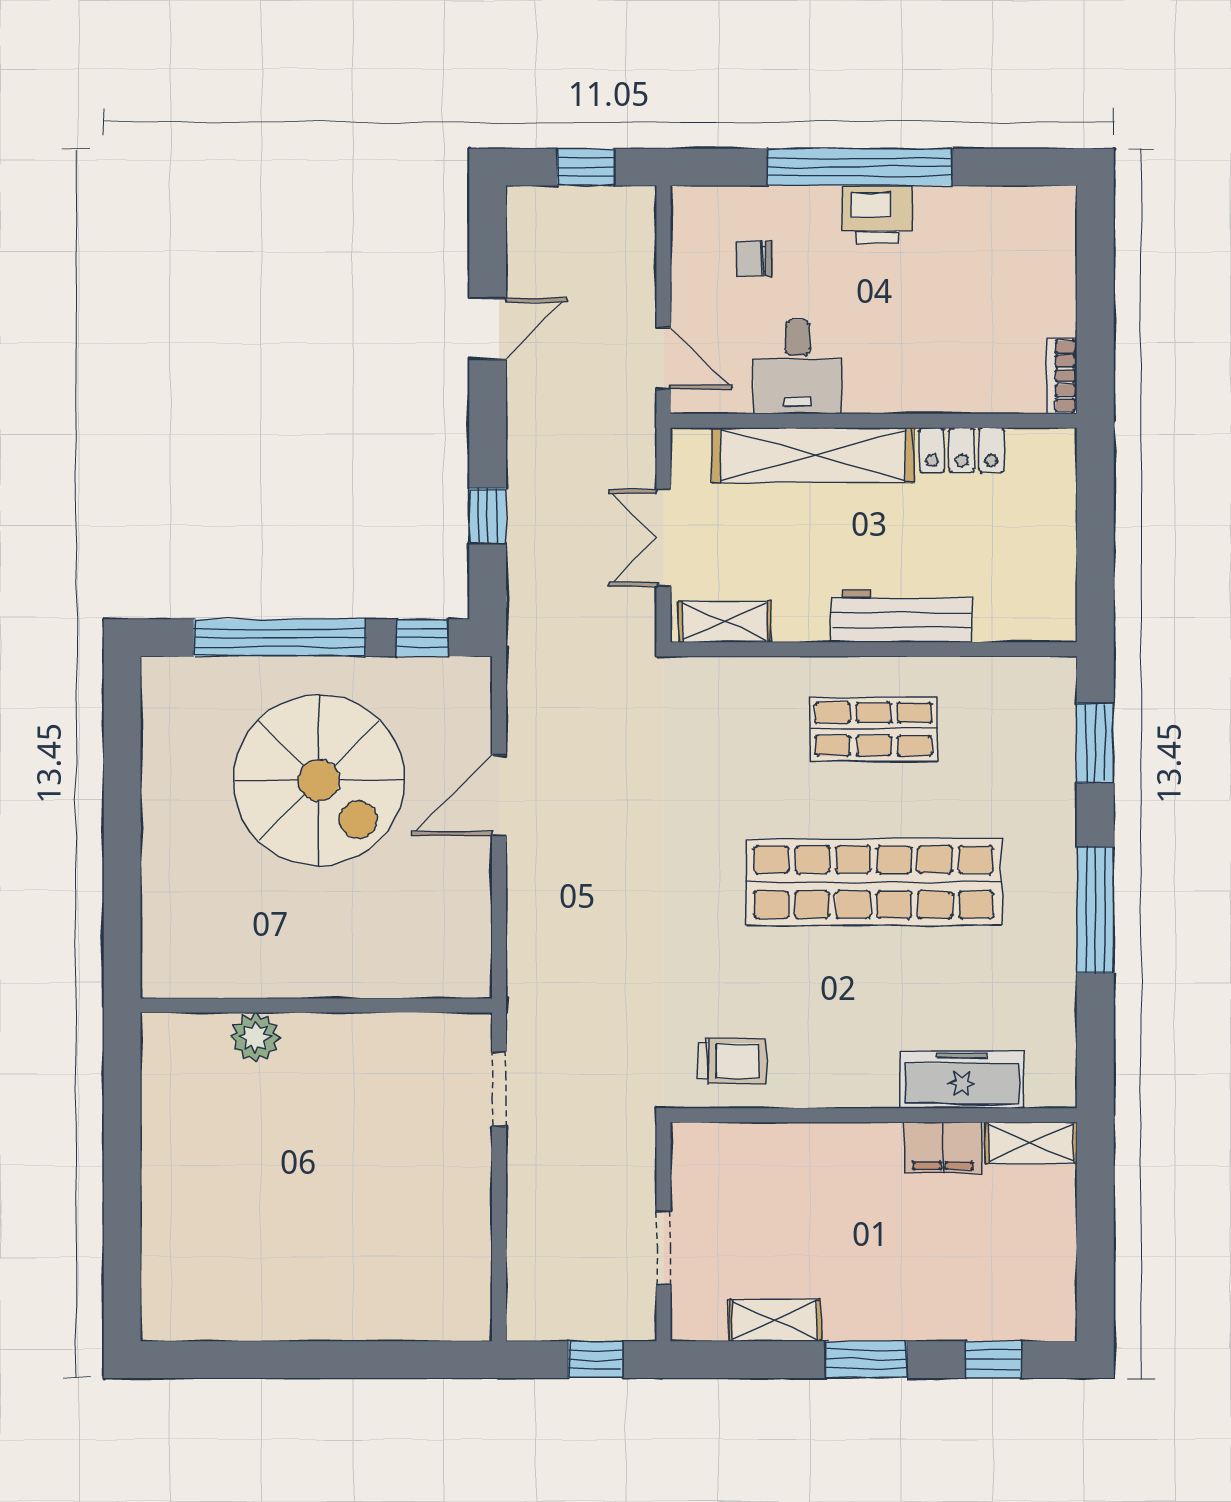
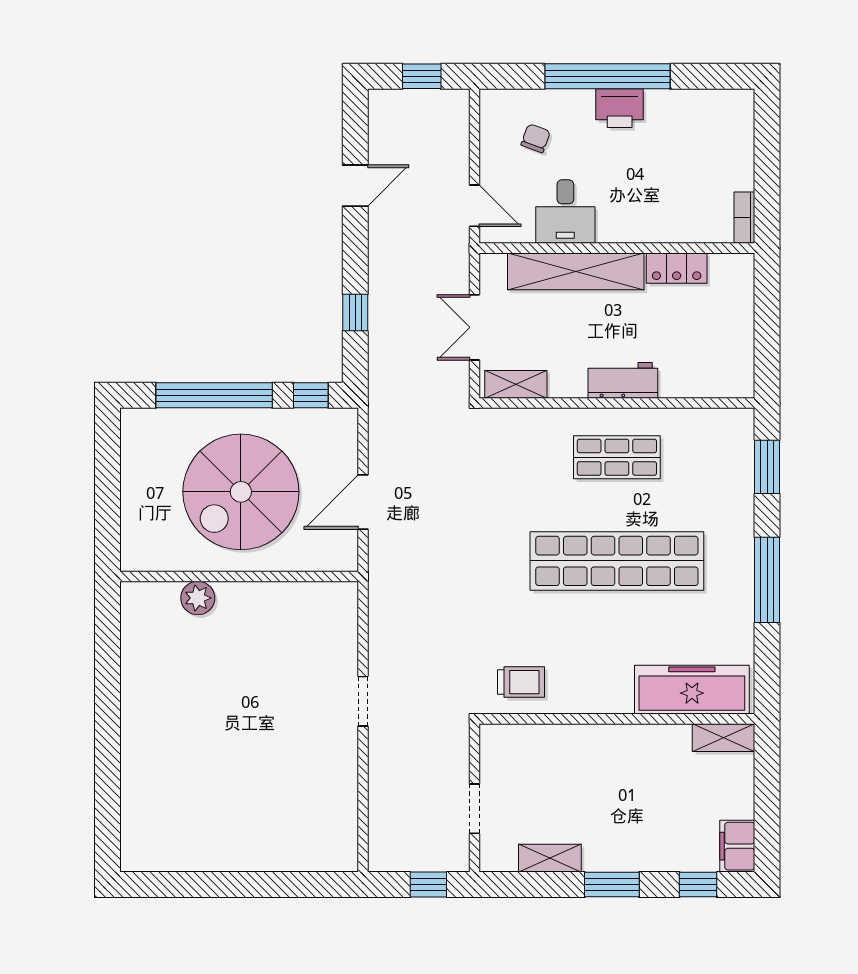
chair: (754, 259) -> (536, 138), turned 110
workbench: (902, 616) -> (623, 380), width x0.73
spiral stairs: (319, 780) -> (241, 492), turned 90
wall: (316, 1006) -> (239, 576), moved
plant: (255, 1037) -> (198, 598), moved
freezer: (962, 1080) -> (692, 690), width x1.36, depth x1.26
filing cabinet: (943, 1148) -> (737, 846), moved, turned 90

